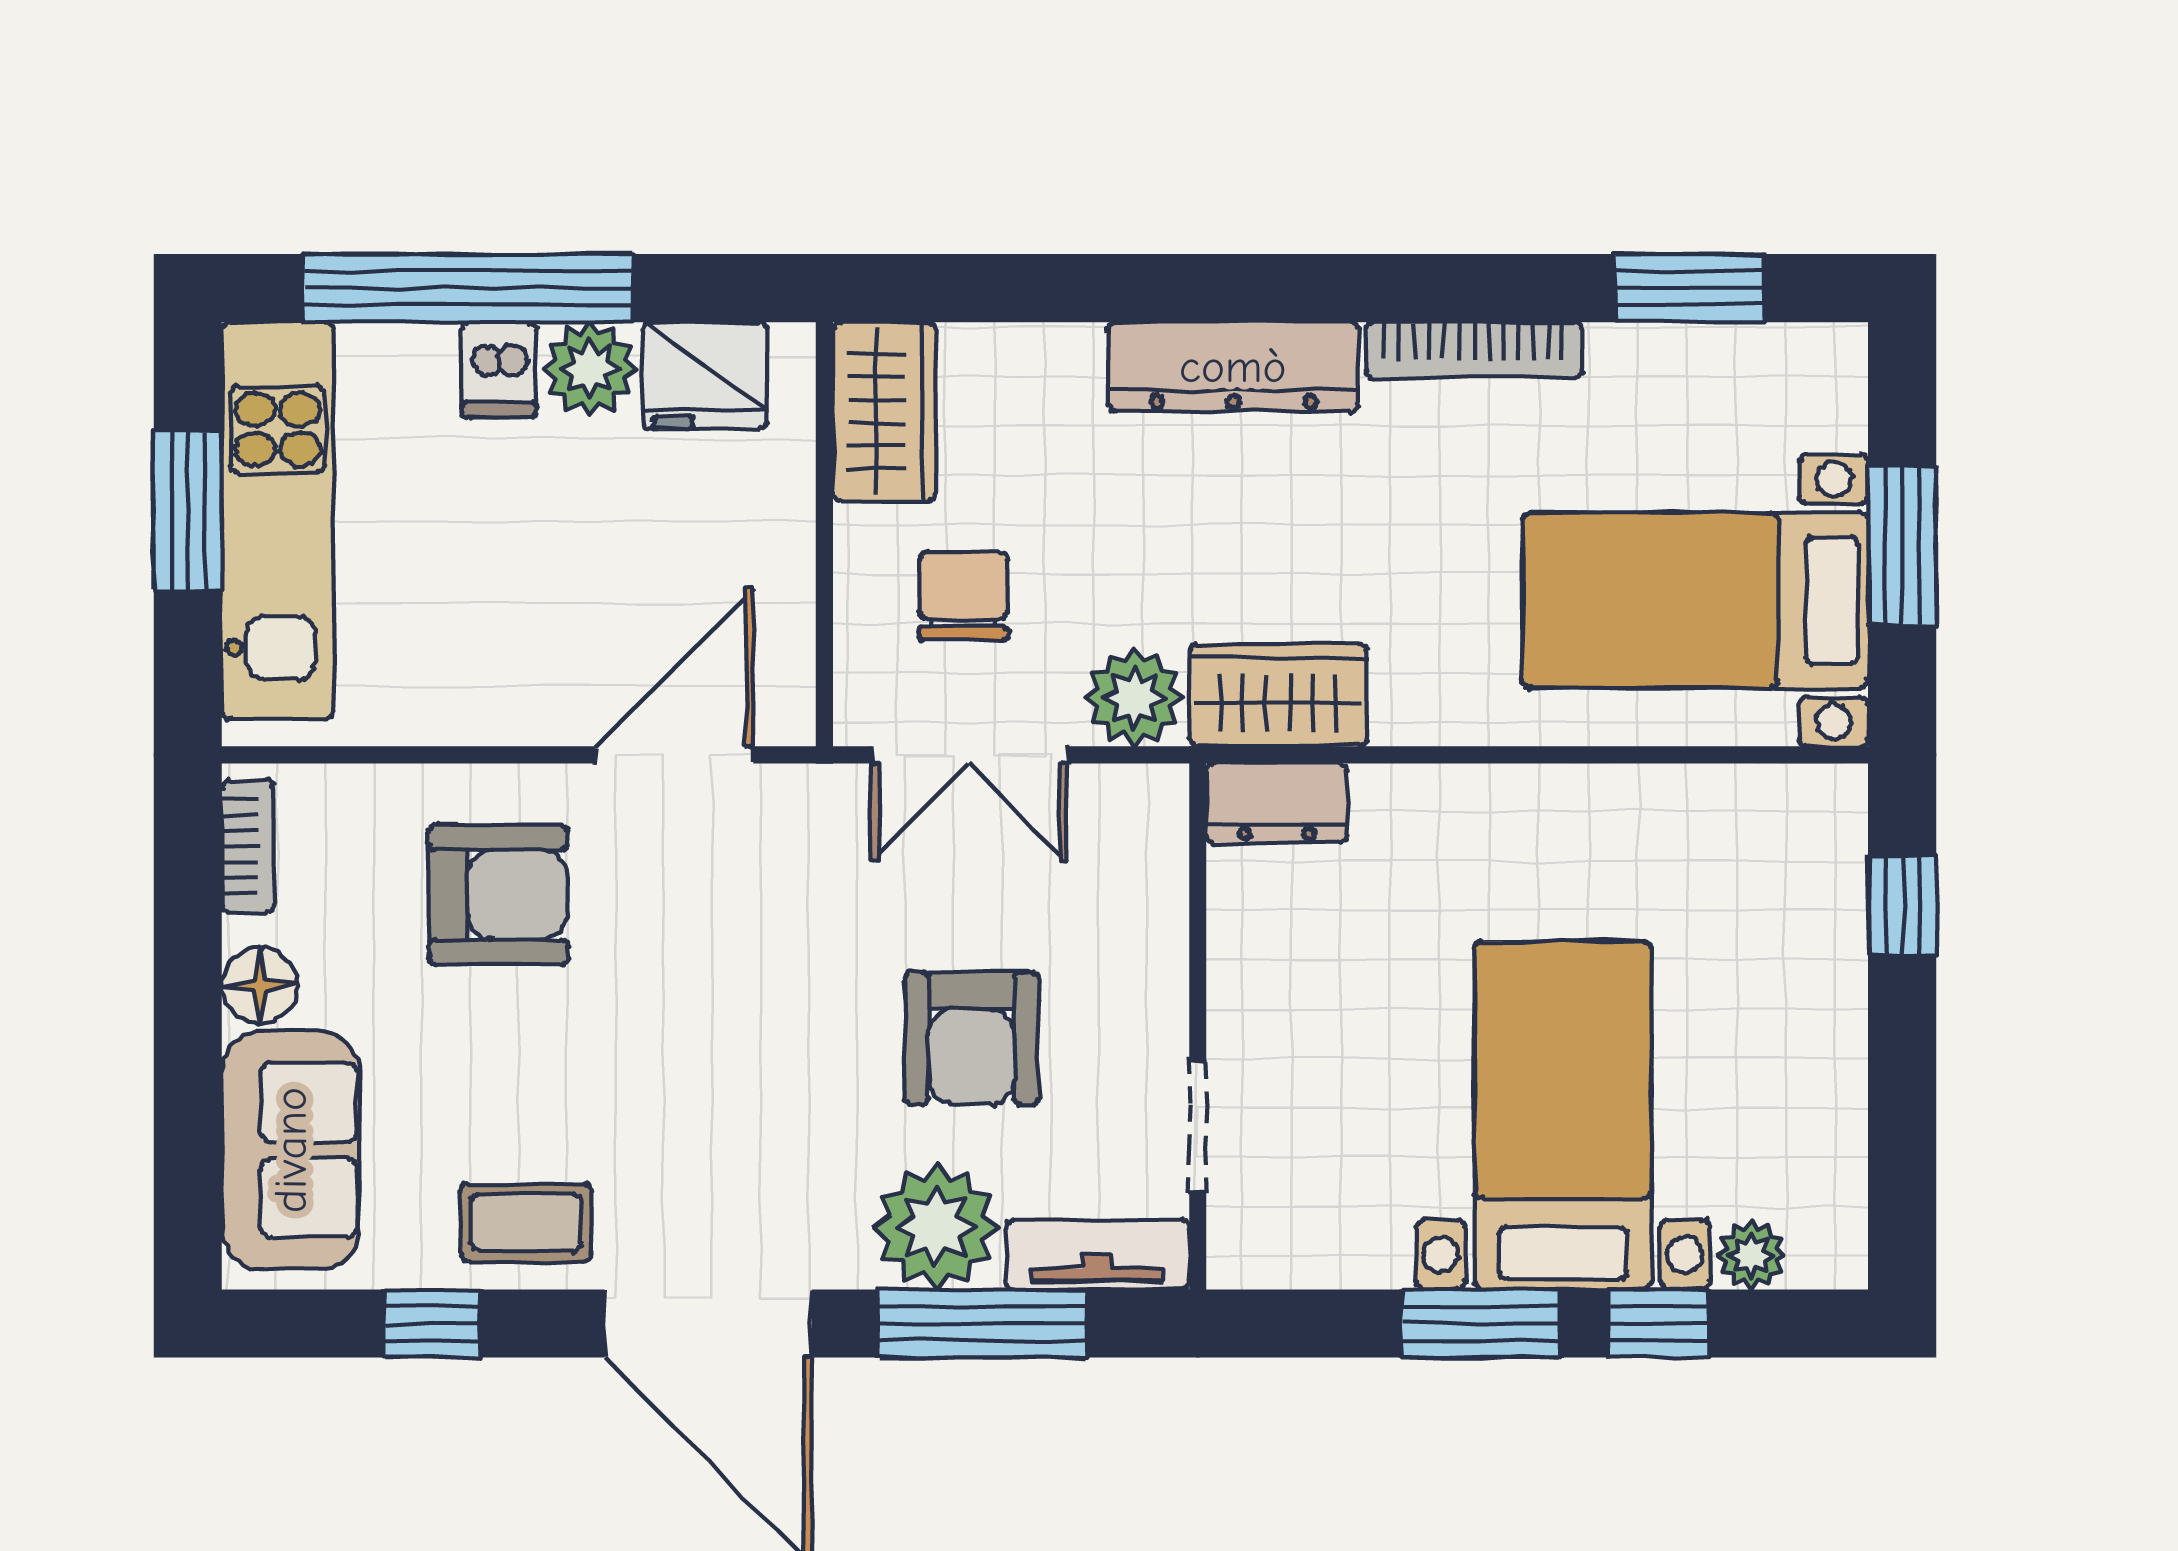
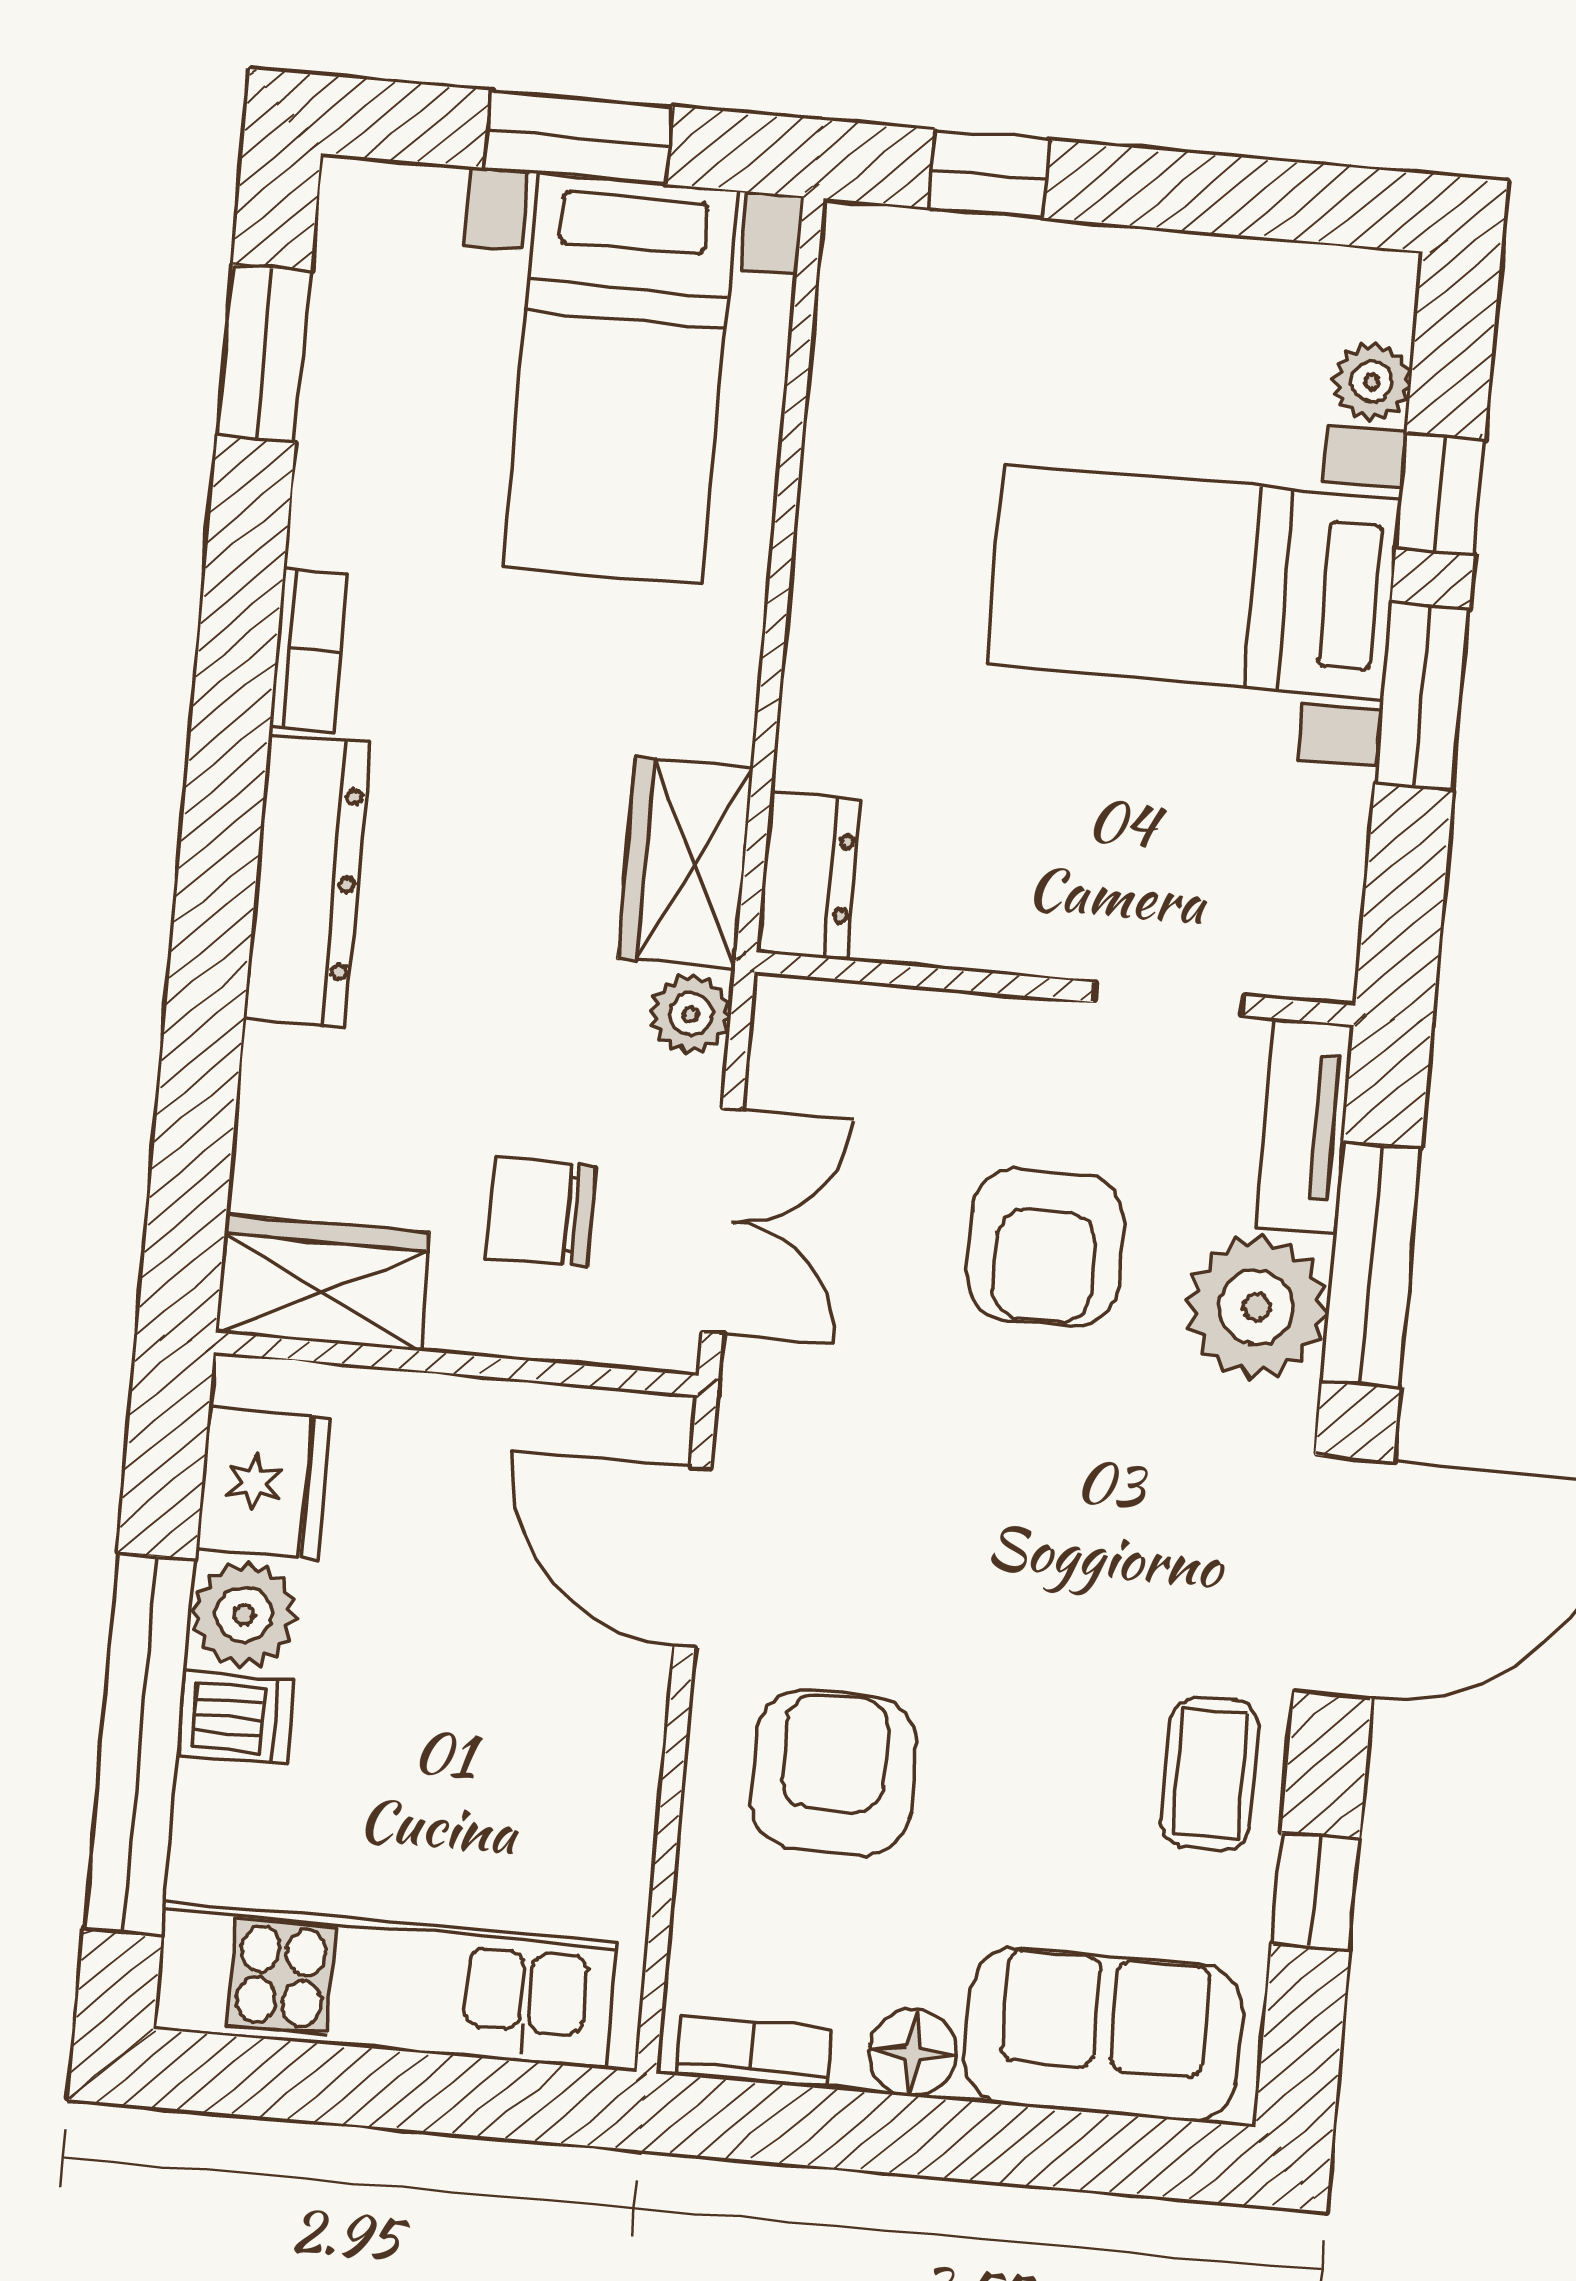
bookcase: (1474, 350) -> (308, 650), width x0.64
window: (188, 511) -> (365, 2087), removed
plant: (1134, 698) -> (691, 1014), width x0.73, depth x0.73
armchair: (972, 1038) -> (1045, 1247), turned 90

